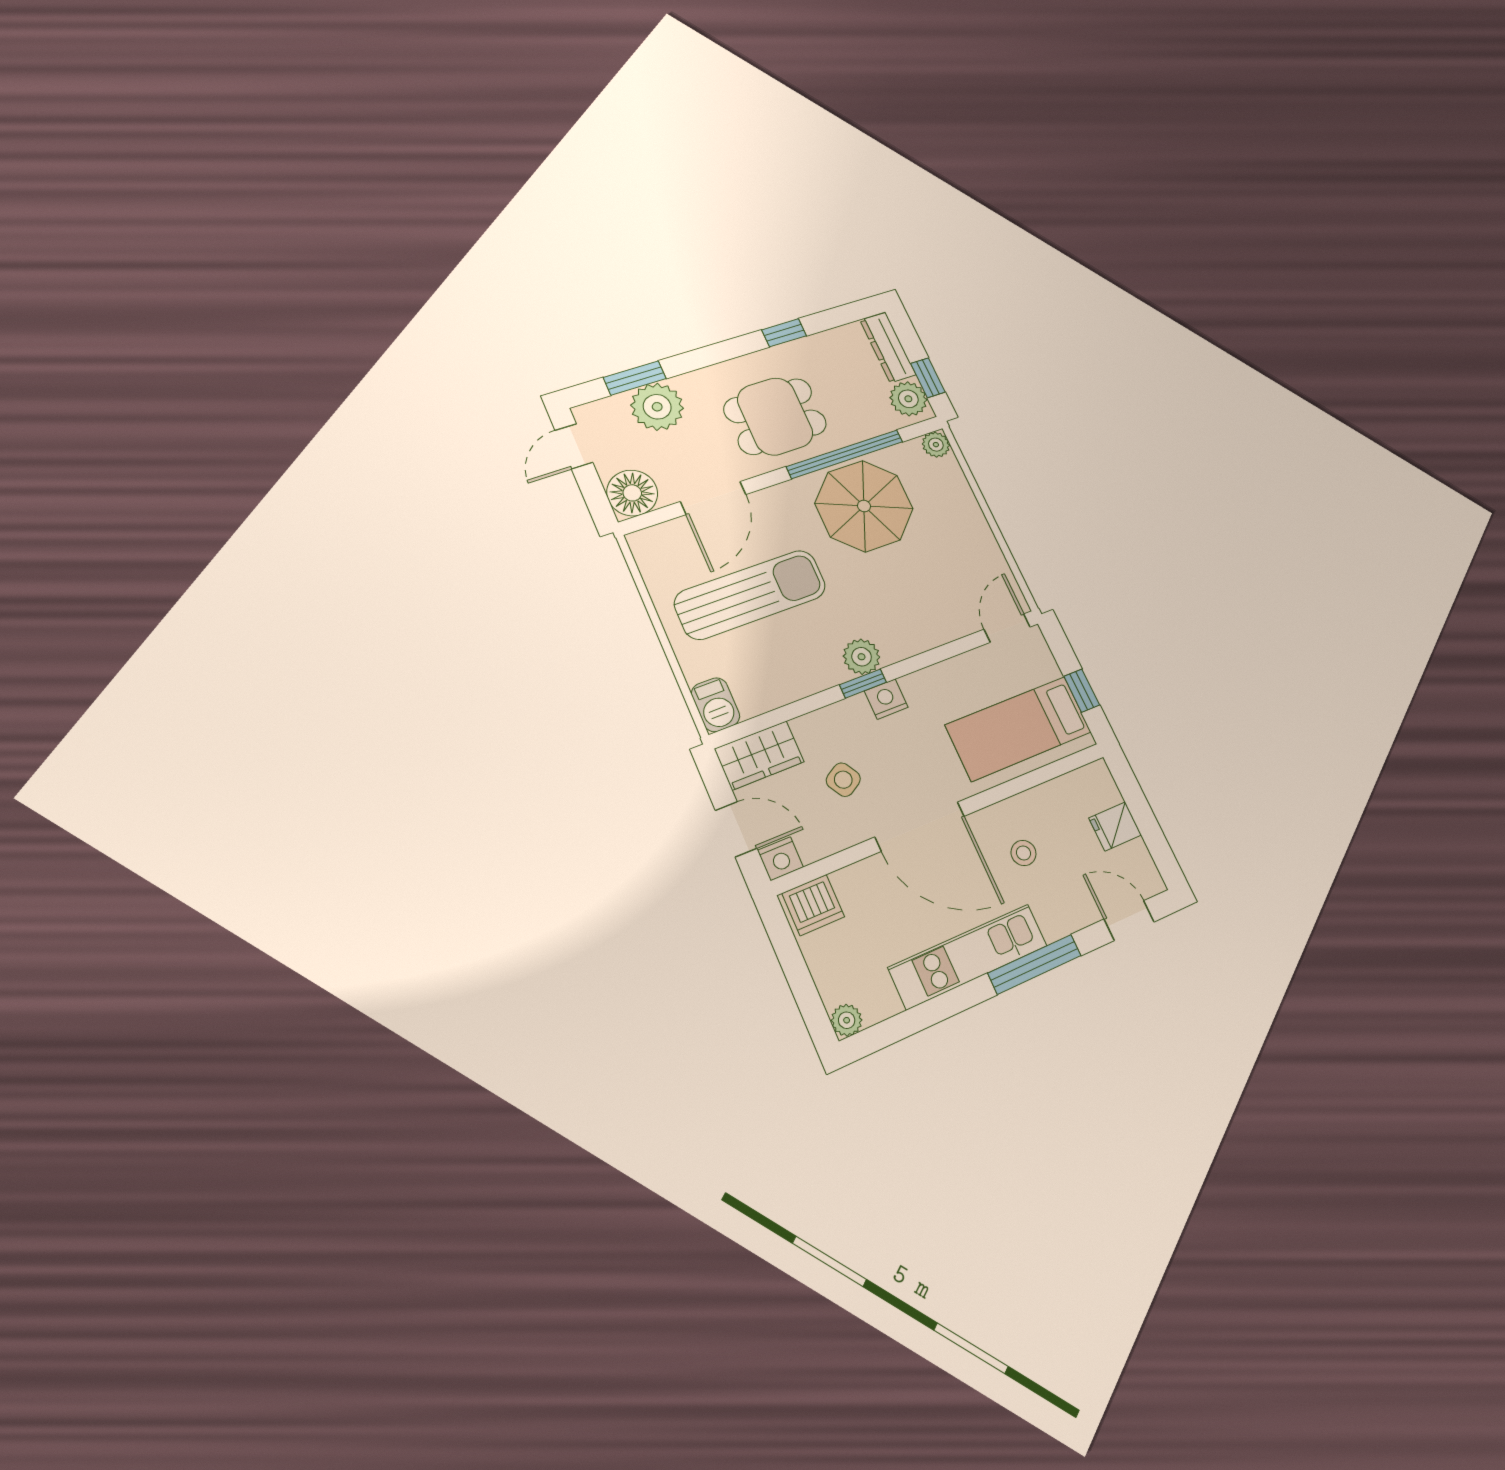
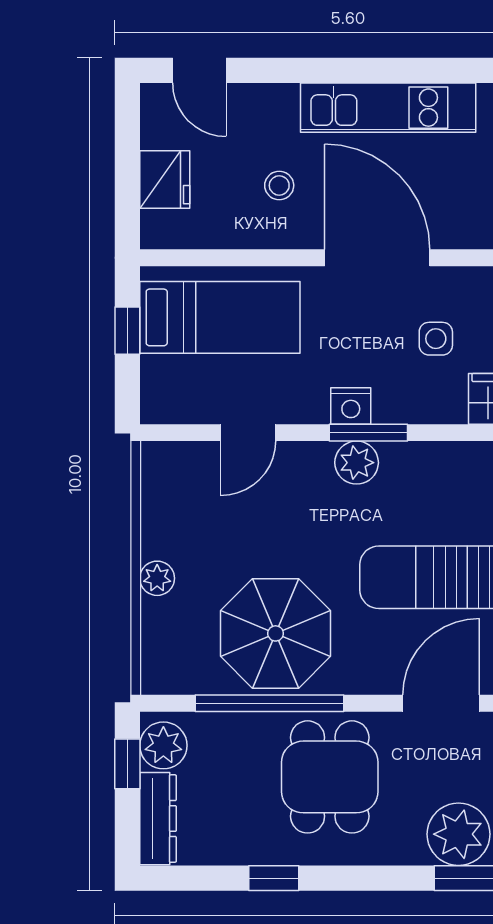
dining table: (775, 416) -> (330, 777), turned 90
plant: (936, 445) -> (157, 578), moved
door: (1007, 628) -> (248, 433), moved
window: (863, 684) -> (368, 433), width x1.50
side table: (843, 780) -> (436, 339), turned 31
fridge: (1115, 826) -> (165, 180), width x1.38
window: (1035, 964) -> (323, 70), removed

